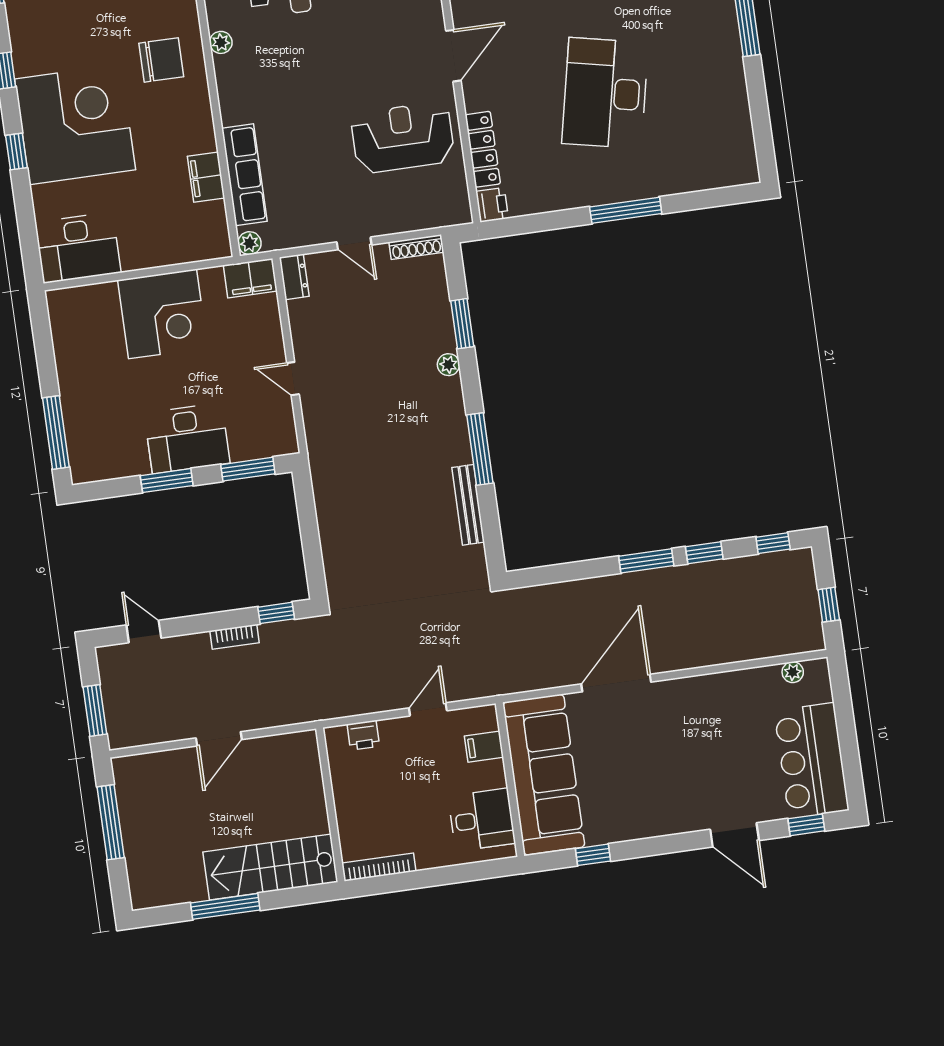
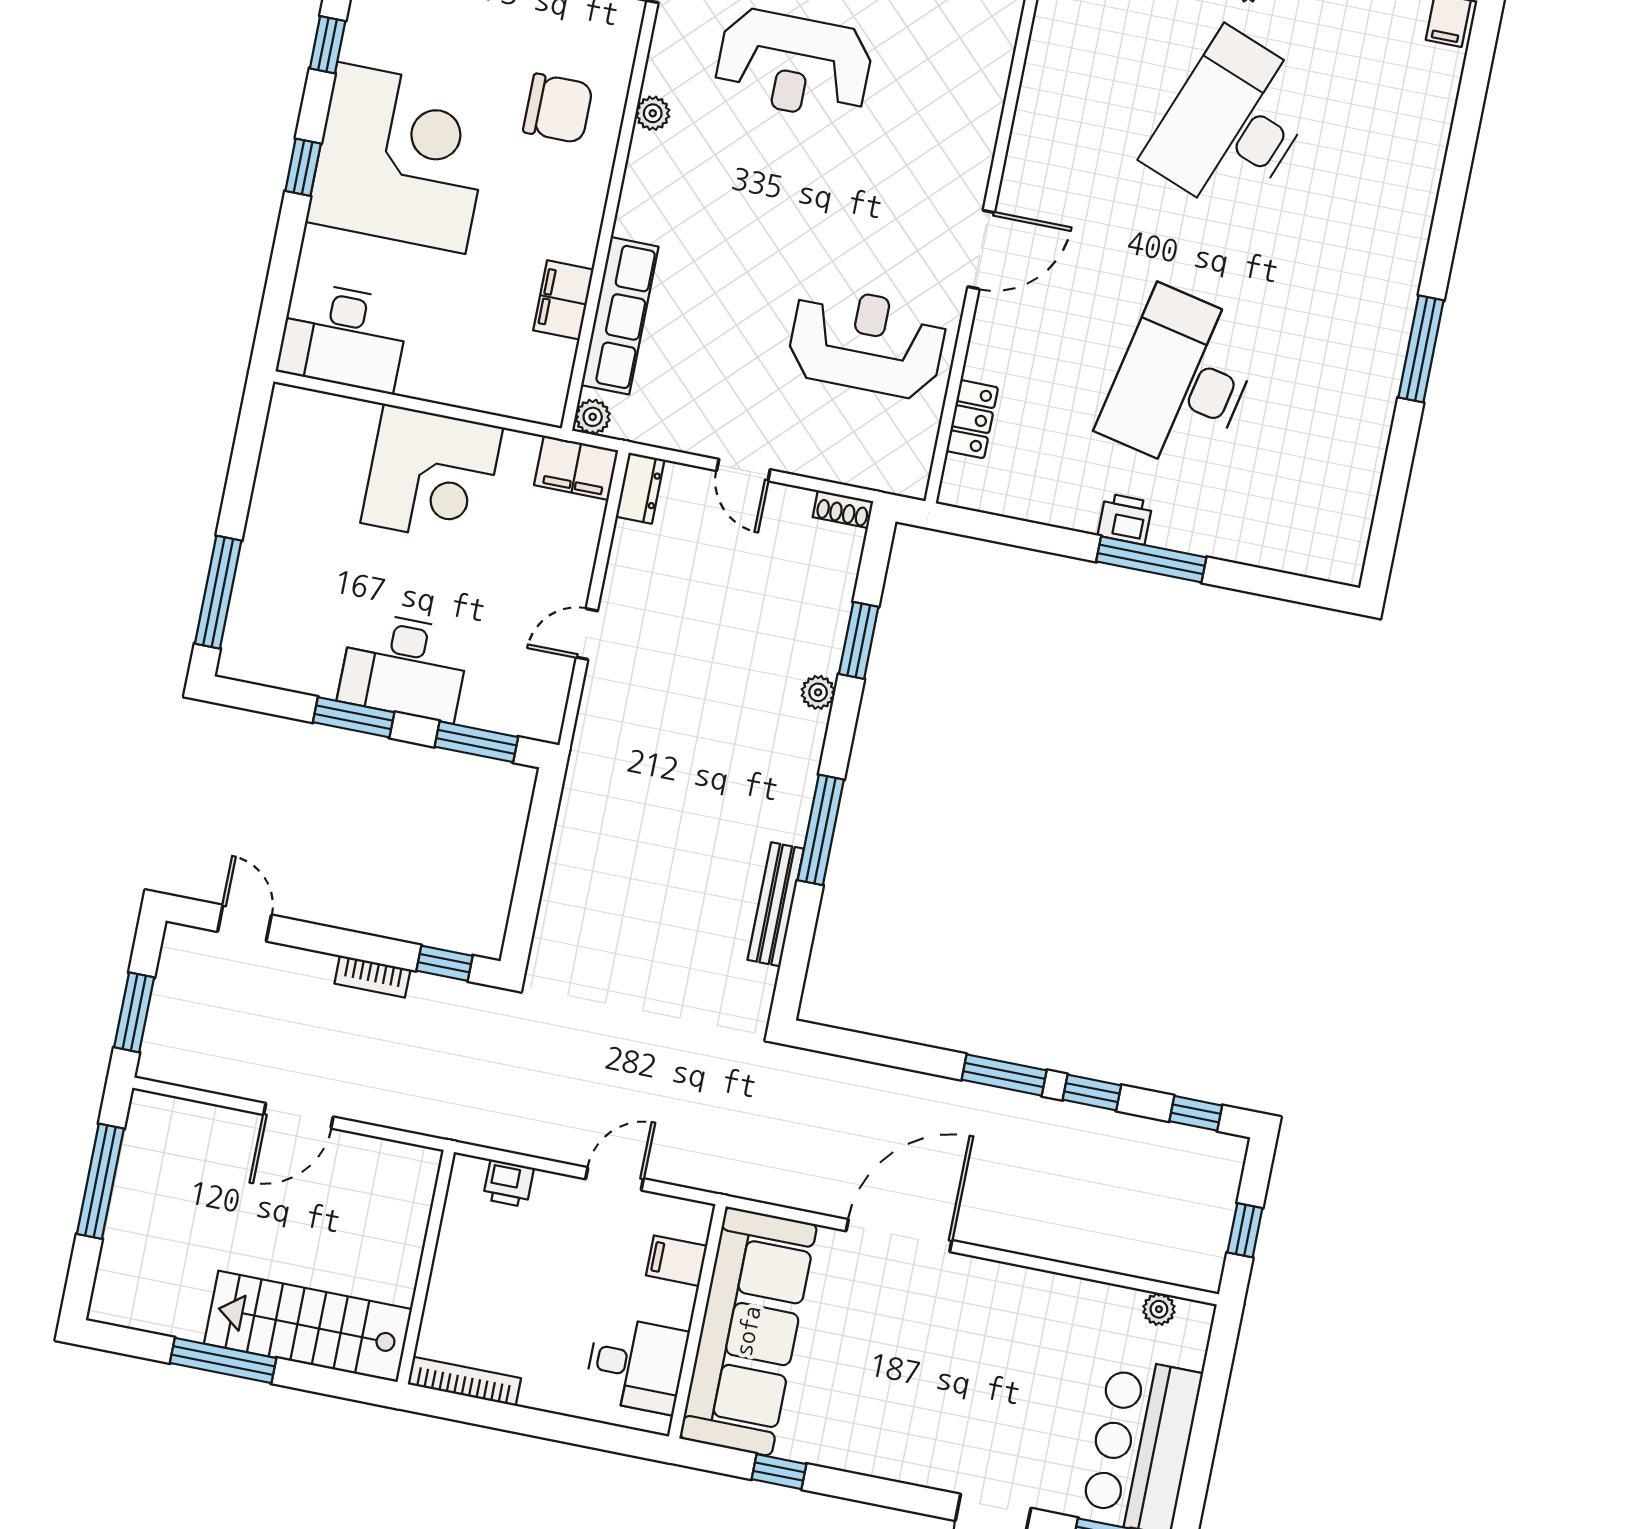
locker: (483, 149) -> (972, 419), width x0.66
printer: (492, 205) -> (1125, 519), moved, turned -90
shoe rack: (416, 247) -> (843, 509), width x0.70
door: (293, 379) -> (587, 634), hinge flipped

